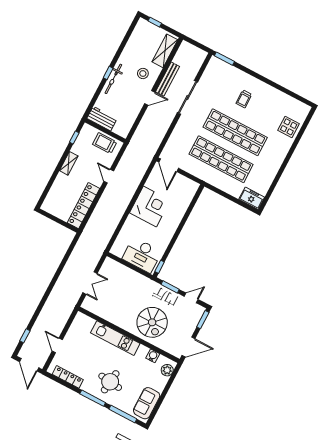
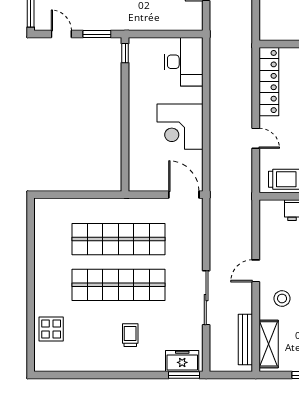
bench: (168, 79) -> (245, 339), moved
freezer: (252, 198) -> (182, 361), moved, turned 180
desk: (142, 255) -> (184, 62), moved, turned 90
door: (191, 298) -> (61, 34), swing flipped

